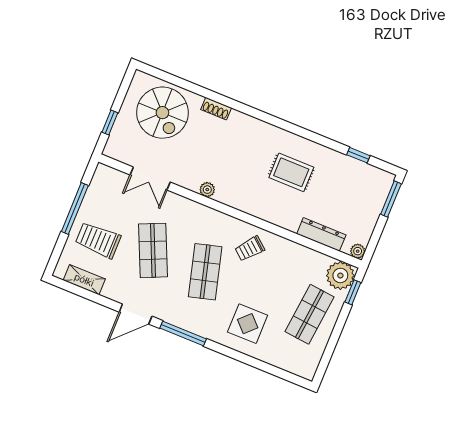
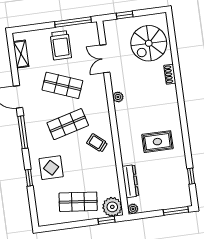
rug: (291, 172) -> (157, 142), turned 90
window: (75, 209) -> (73, 22), moved
trolley: (98, 240) -> (61, 45), moved, turned 180
shop shelf: (153, 250) -> (62, 85), turned 45
window: (244, 359) -> (29, 178), added

